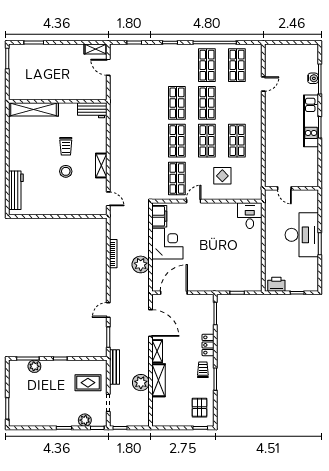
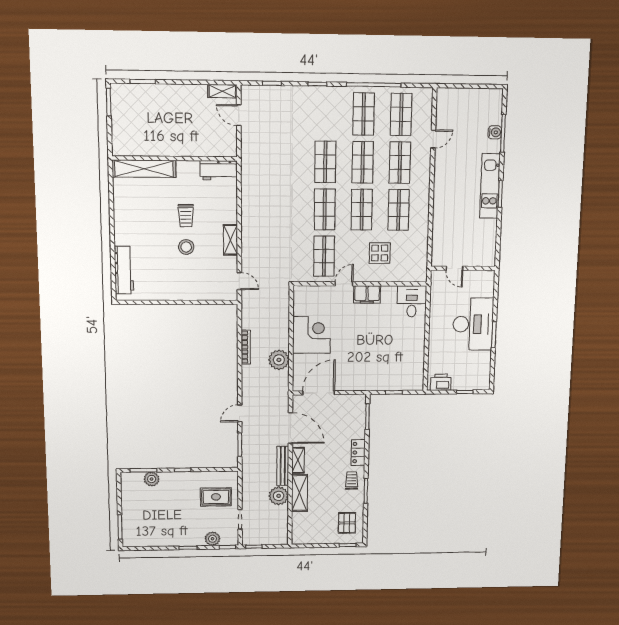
shop shelf: (237, 103) -> (400, 163), added
filing cabinet: (159, 216) -> (367, 294), moved, turned 90
bench: (115, 367) -> (283, 466), moved

